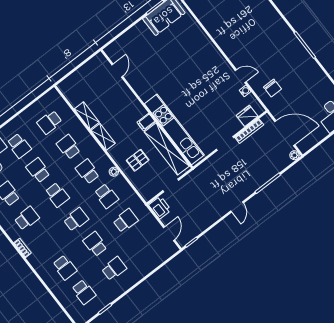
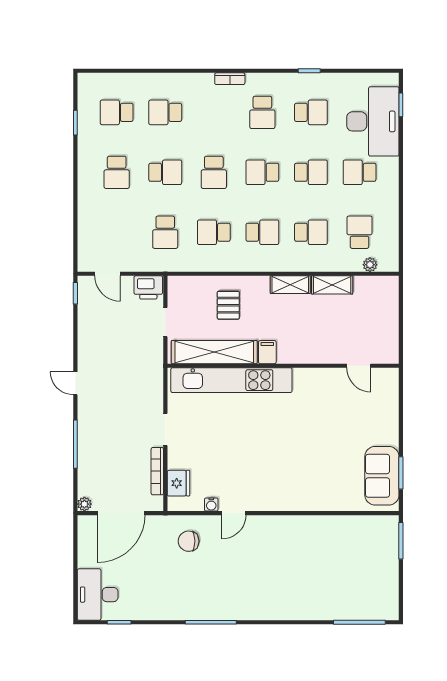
plant: (114, 172) -> (370, 265), moved

